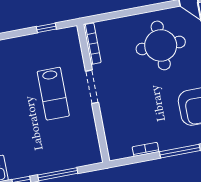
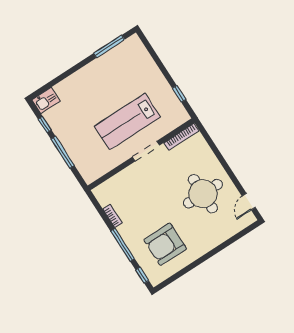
lab bench: (53, 94) -> (127, 122), width x1.36, depth x1.39

